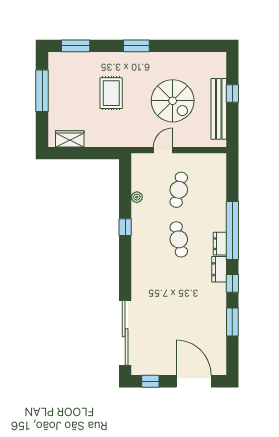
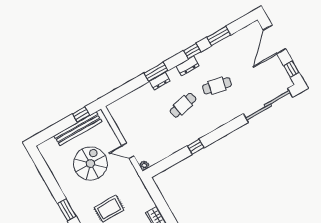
window: (232, 94) -> (81, 115), moved
cafe table: (179, 190) -> (217, 86), moved
plant: (137, 197) -> (144, 165), moved
window: (232, 230) -> (156, 72), width x0.47
dresser: (220, 244) -> (160, 81), moved

